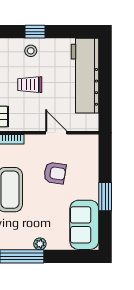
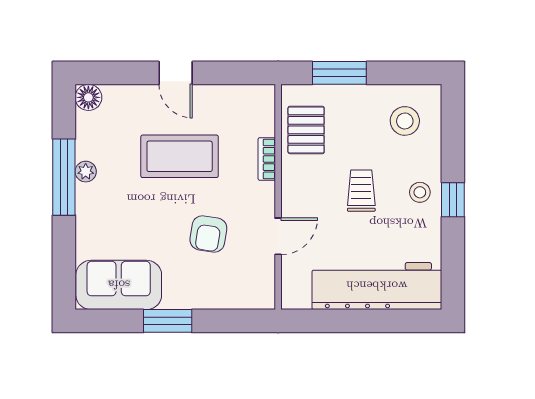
plant: (40, 244) -> (86, 172), moved

